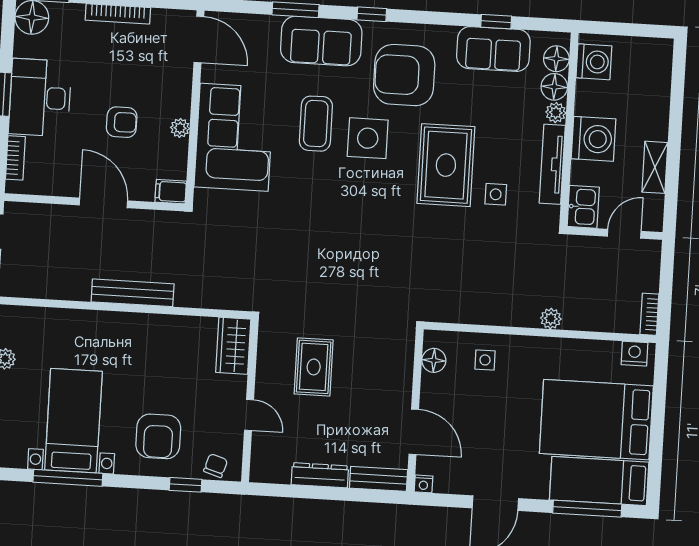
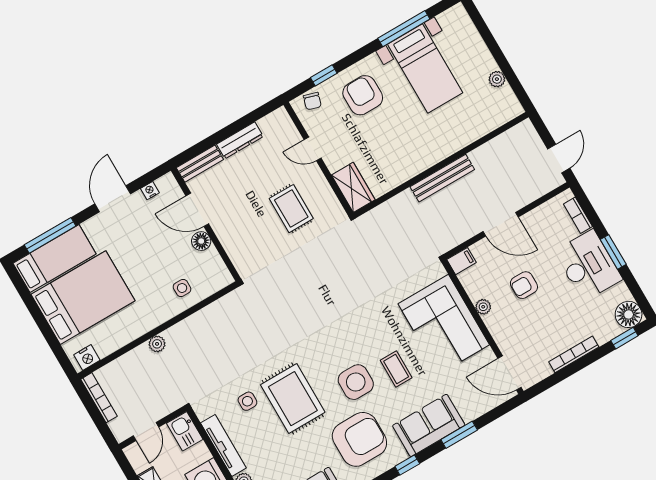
coffee table: (316, 124) -> (396, 369), width x0.73, depth x0.77
bookcase: (649, 314) -> (99, 398), width x1.56
floor lamp: (434, 360) -> (201, 241), moved
nightstand: (424, 484) -> (150, 191), moved

